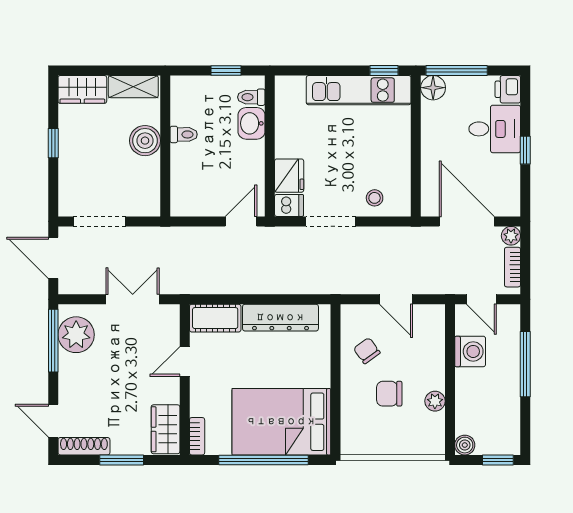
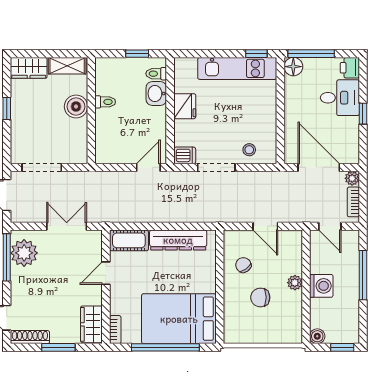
fridge: (289, 176) -> (185, 106), moved
washing machine: (470, 351) -> (321, 286), moved
plant: (435, 401) -> (295, 283), moved

